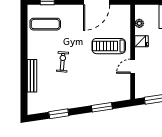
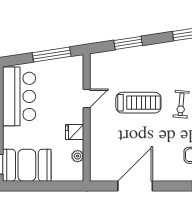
treadmill: (109, 46) -> (138, 103), moved

